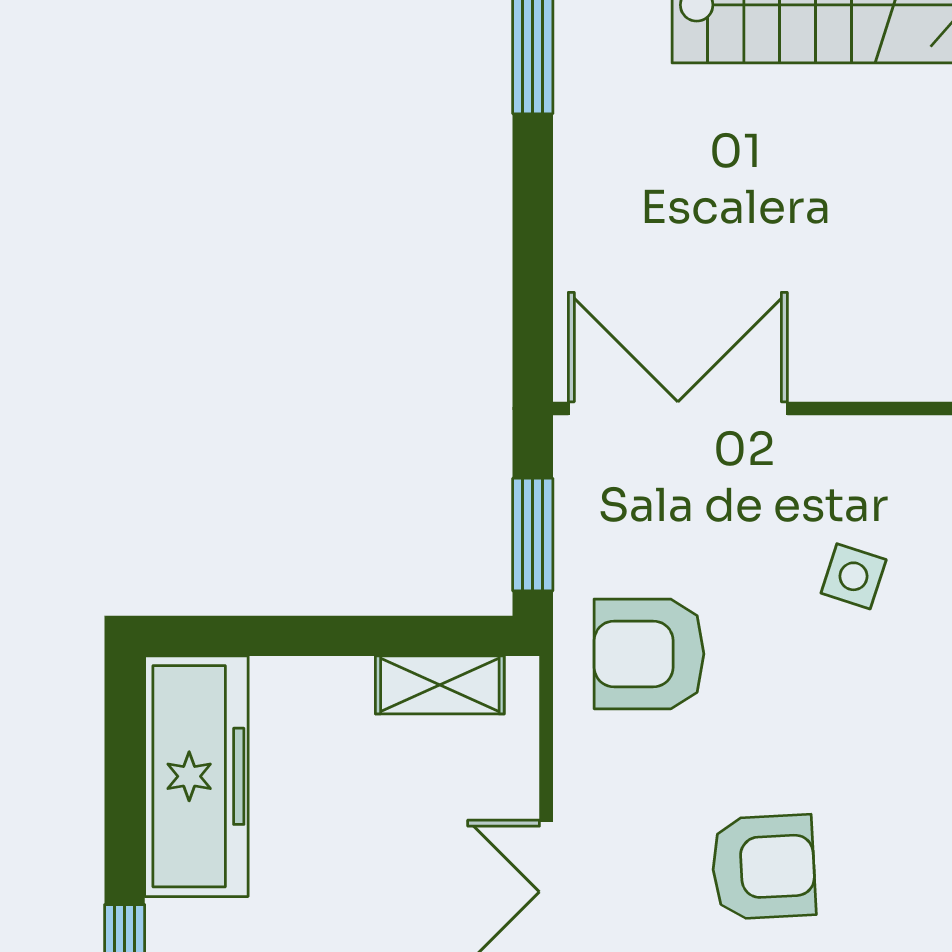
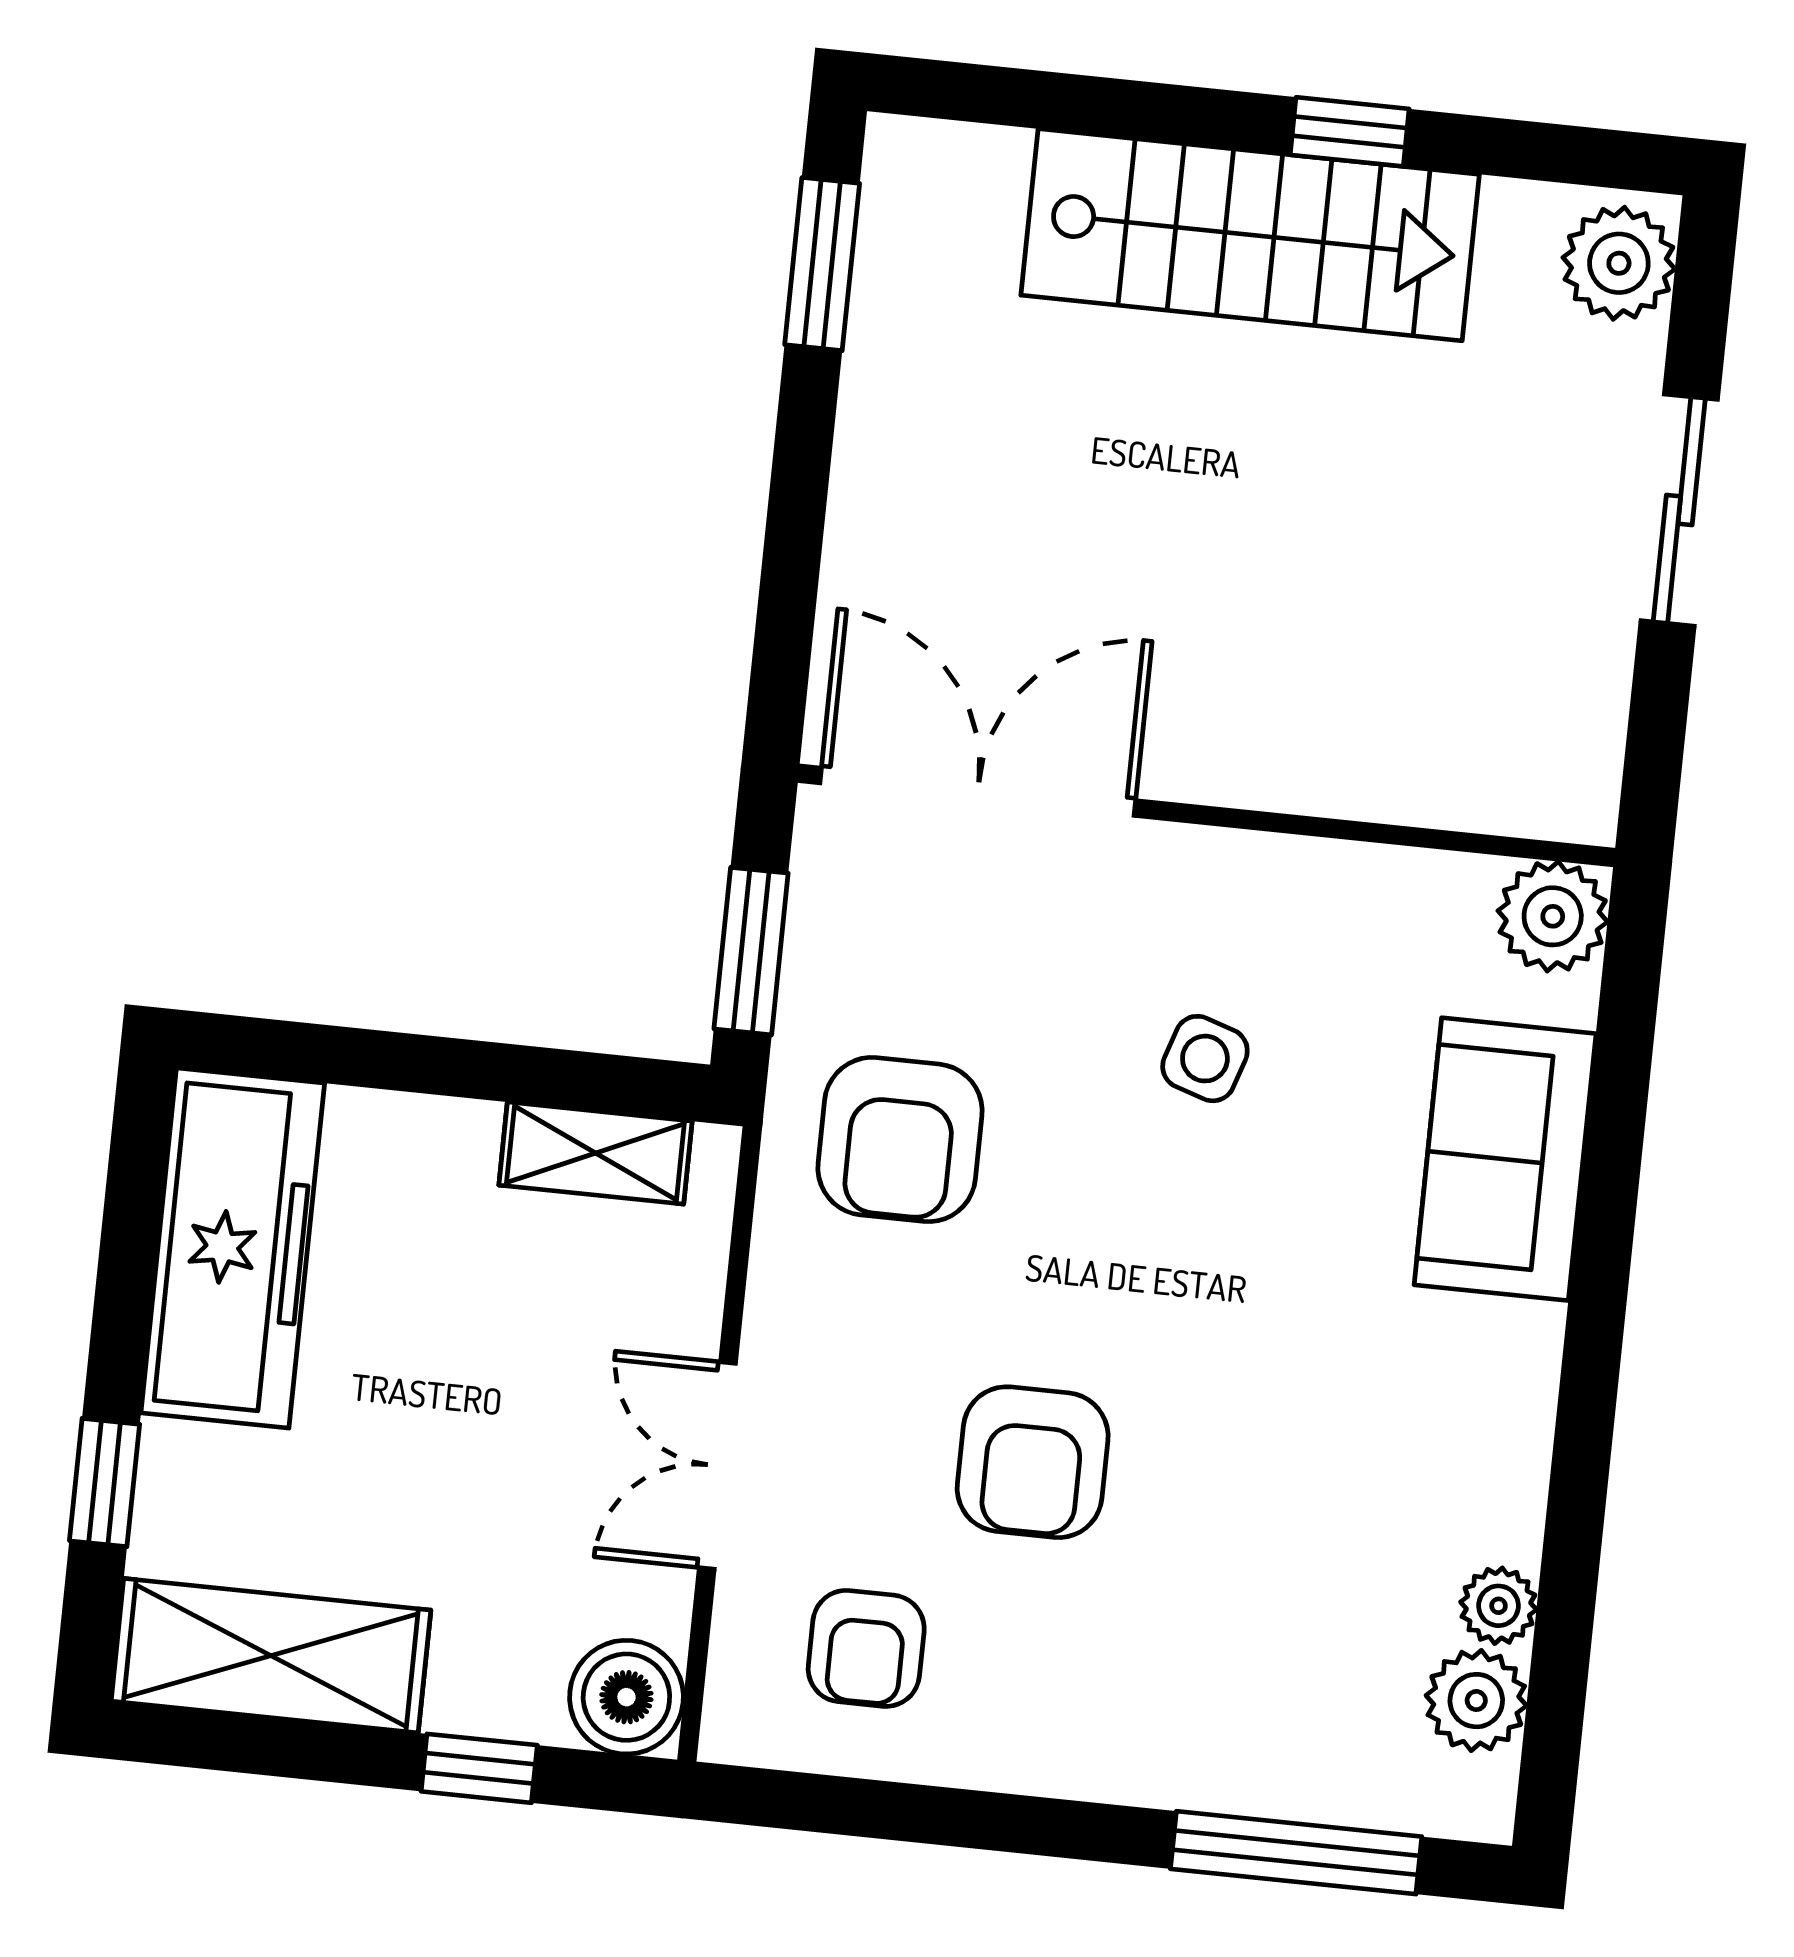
armchair: (649, 654) -> (900, 1140), turned -90
armchair: (763, 867) -> (1033, 1462), turned 93

